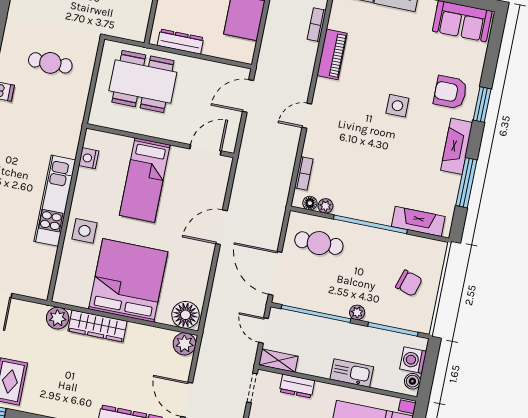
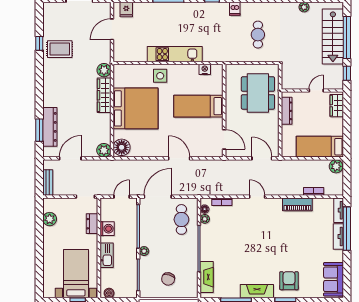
side table: (397, 106) -> (274, 250), removed
washing machine: (413, 360) -> (107, 229), moved, turned 90
shelving: (278, 361) -> (105, 209), removed

